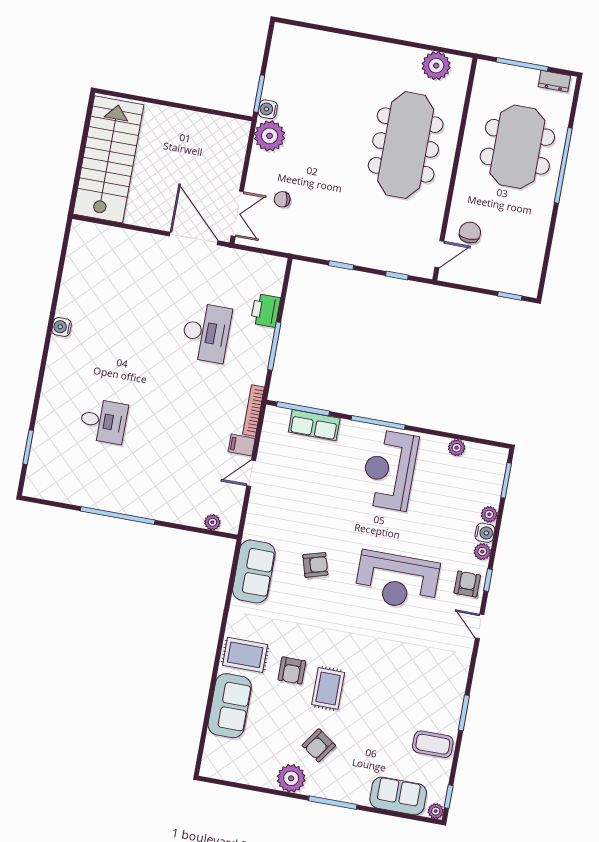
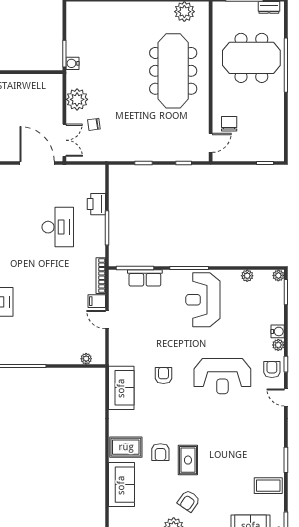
plant: (270, 136) -> (77, 99), moved
meeting table: (517, 147) -> (251, 58), turned 90
door: (251, 473) -> (107, 320), hinge flipped
plant: (489, 514) -> (278, 275), moved
armchair: (315, 565) -> (163, 375), turned -74

